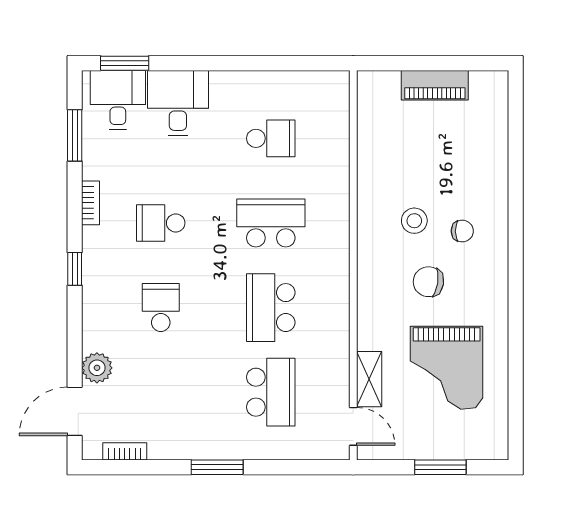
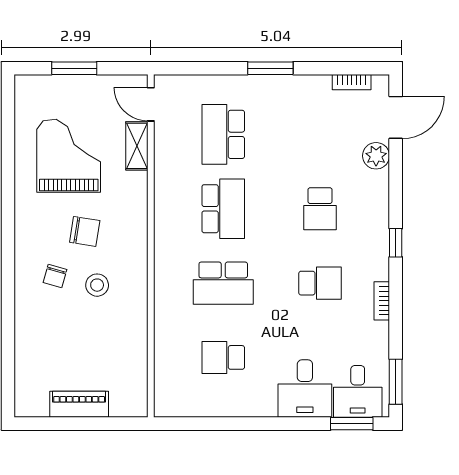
window: (75, 135) -> (396, 382), moved
chair: (462, 231) -> (55, 276), turned -74

